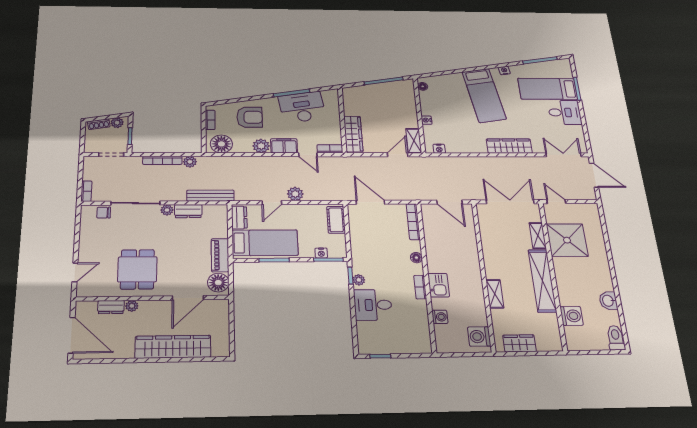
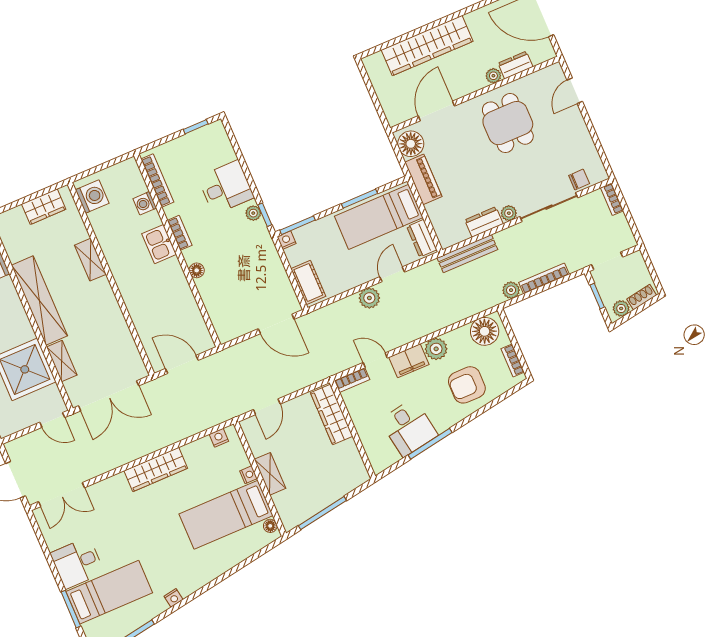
bed: (484, 95) -> (226, 515), moved, turned -80
desk: (302, 107) -> (409, 428), width x0.73
shelving: (414, 141) -> (270, 474), moved
wardrobe: (509, 146) -> (156, 469), moved
bookcase: (413, 222) -> (157, 181), moved
nightstand: (321, 253) -> (287, 240), moved

